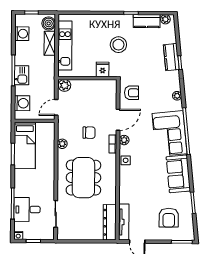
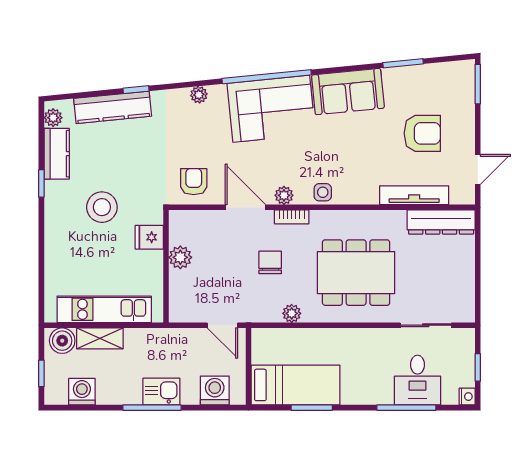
kitchen counter: (171, 57) -> (113, 107), width x1.50
plant: (65, 85) -> (180, 257), moved
armchair: (169, 218) -> (422, 133), moved
tv unit: (124, 222) -> (414, 195), moved

